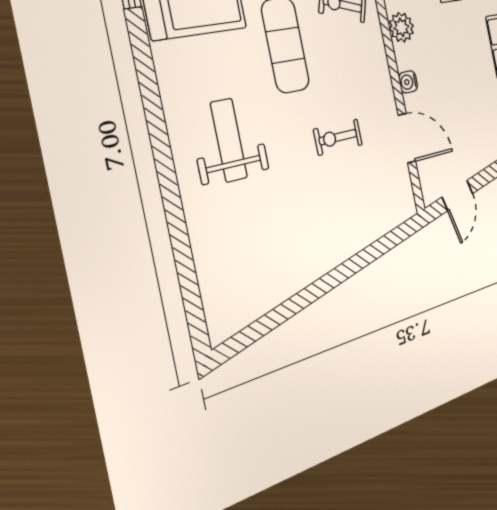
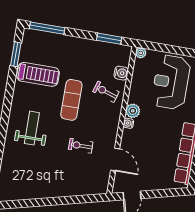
water cooler: (408, 82) -> (128, 123), moved

